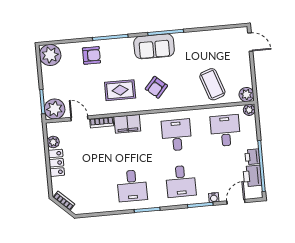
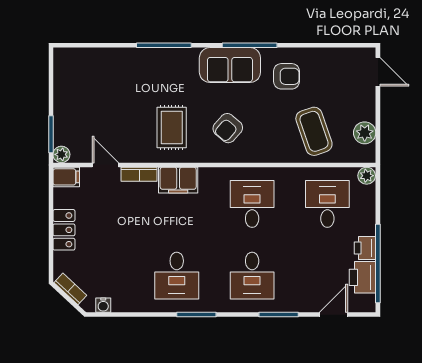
plant: (50, 55) -> (69, 64), removed
armchair: (91, 55) -> (287, 76), moved
rug: (120, 90) -> (172, 128), turned 90
plant: (246, 95) -> (365, 133), moved
plant: (55, 109) -> (61, 154), width x0.53, depth x0.53
filing cabinet: (55, 128) -> (66, 177), added
plant: (53, 142) -> (62, 198), removed
water cooler: (214, 198) -> (103, 305), moved

